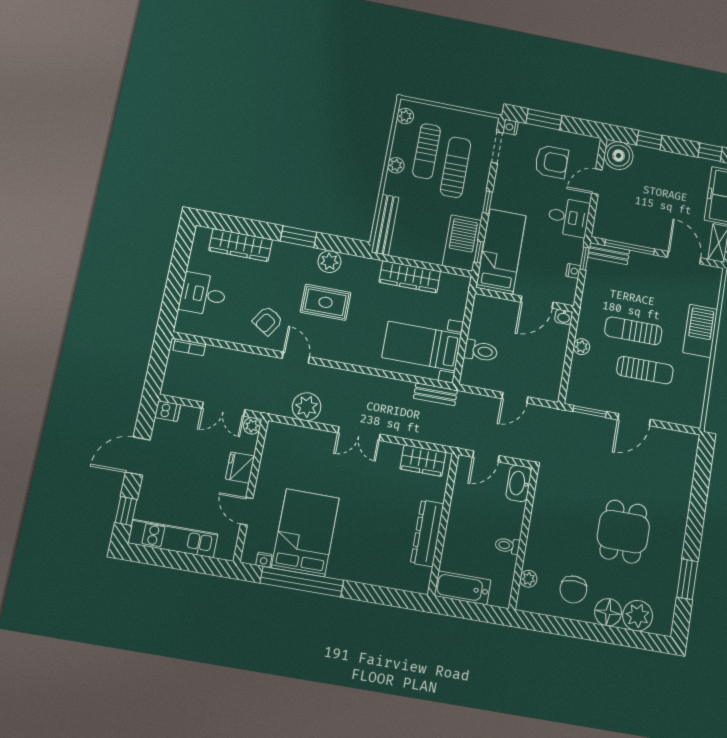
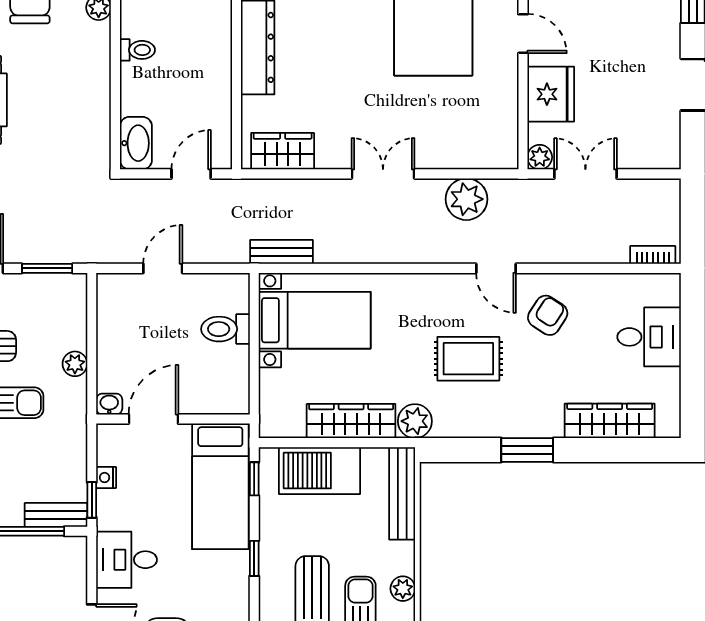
barbecue: (462, 243) -> (320, 471), moved, turned 90
plant: (329, 262) -> (415, 421), moved
dishwasher: (168, 411) -> (664, 157), removed
fridge: (240, 468) -> (551, 94), width x1.36, depth x1.34

